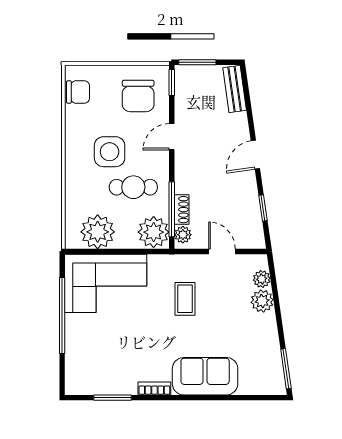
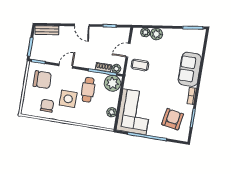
chair: (78, 92) -> (47, 106), moved
door: (172, 137) -> (66, 66), swing flipped
plant: (98, 232) -> (112, 112), width x0.53, depth x0.53
coffee table: (185, 299) -> (140, 65), moved
armchair: (104, 359) -> (173, 119), added

